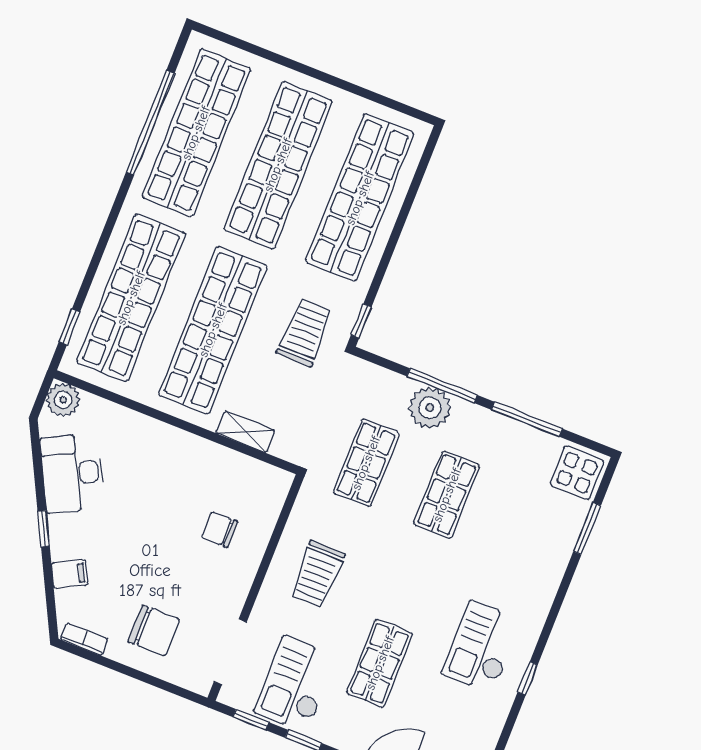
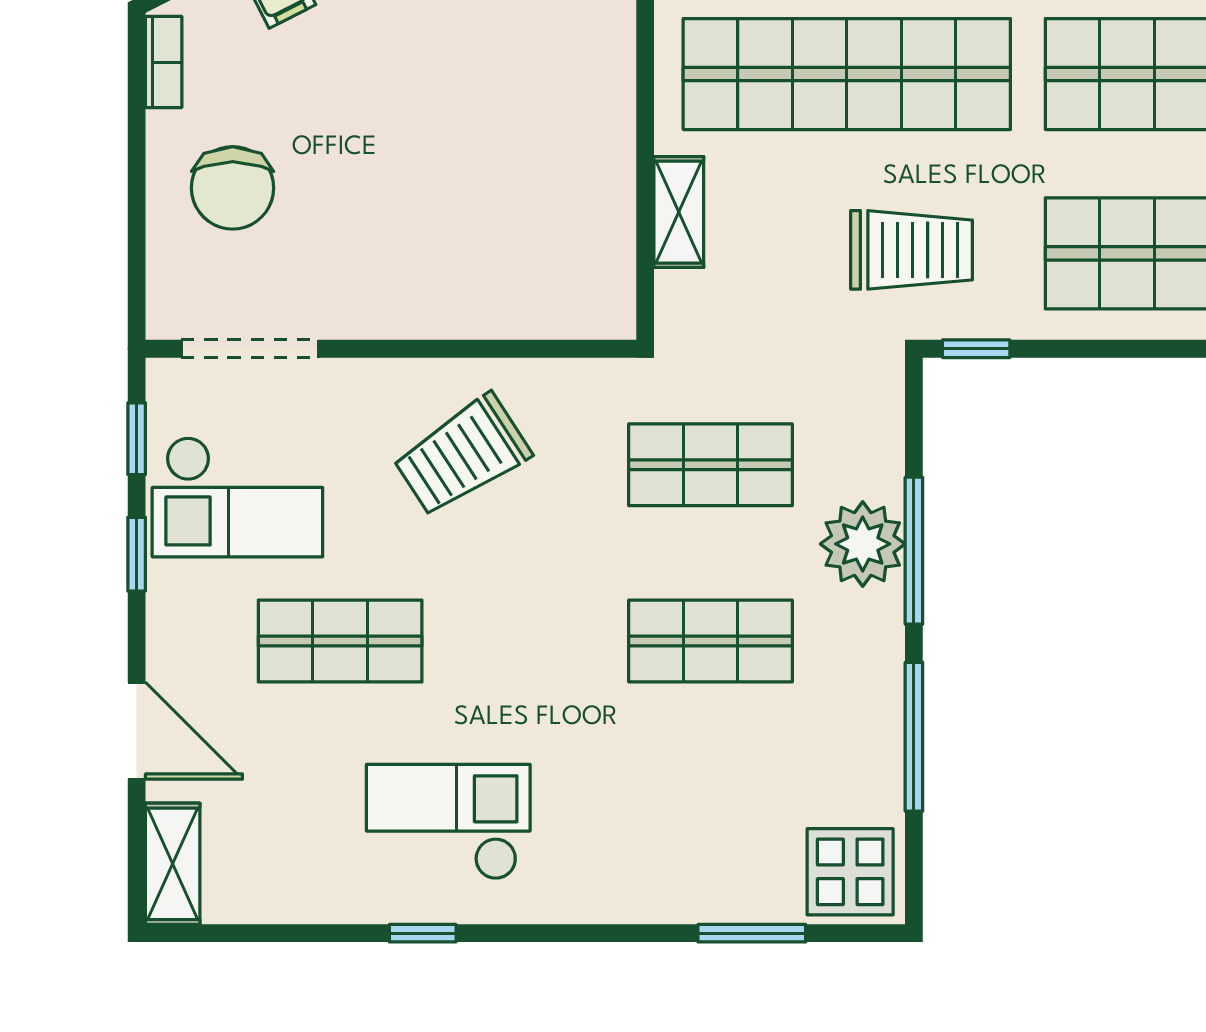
chair: (220, 530) -> (474, 237), removed
trolley: (317, 574) -> (462, 455), turned -33
checkout: (296, 684) -> (237, 497), turned 180

